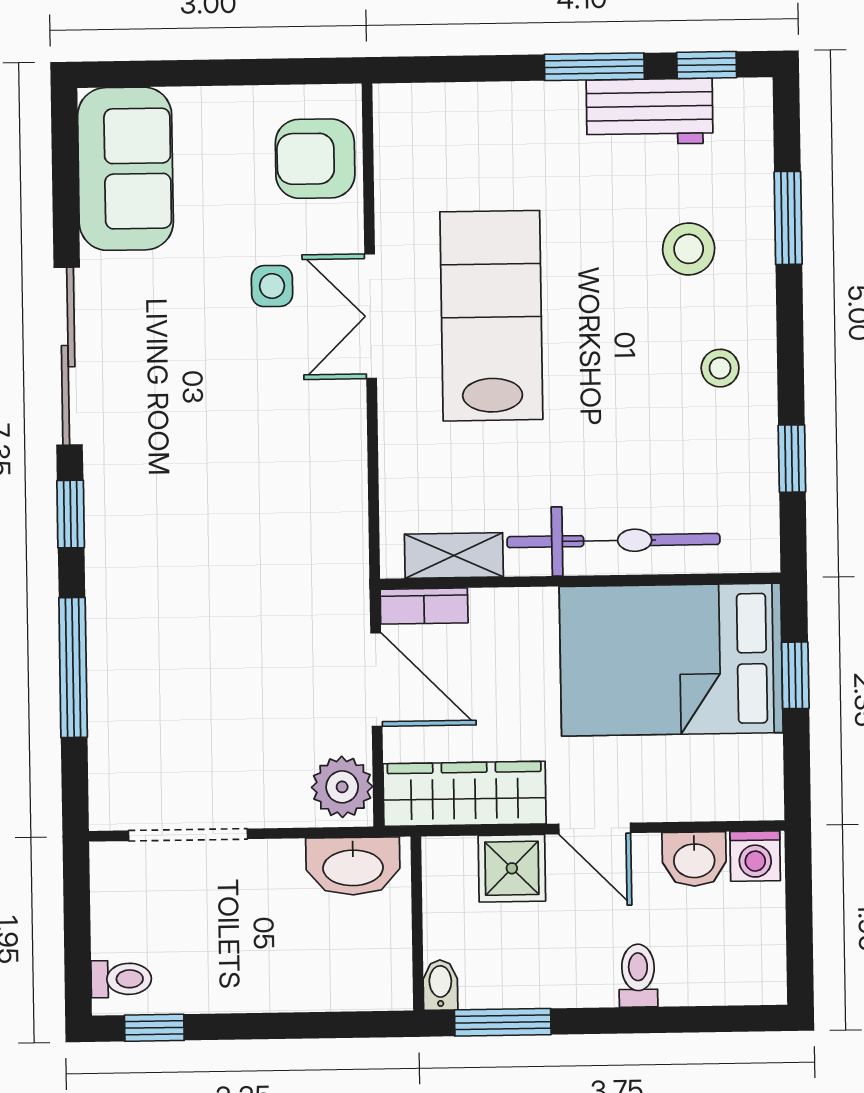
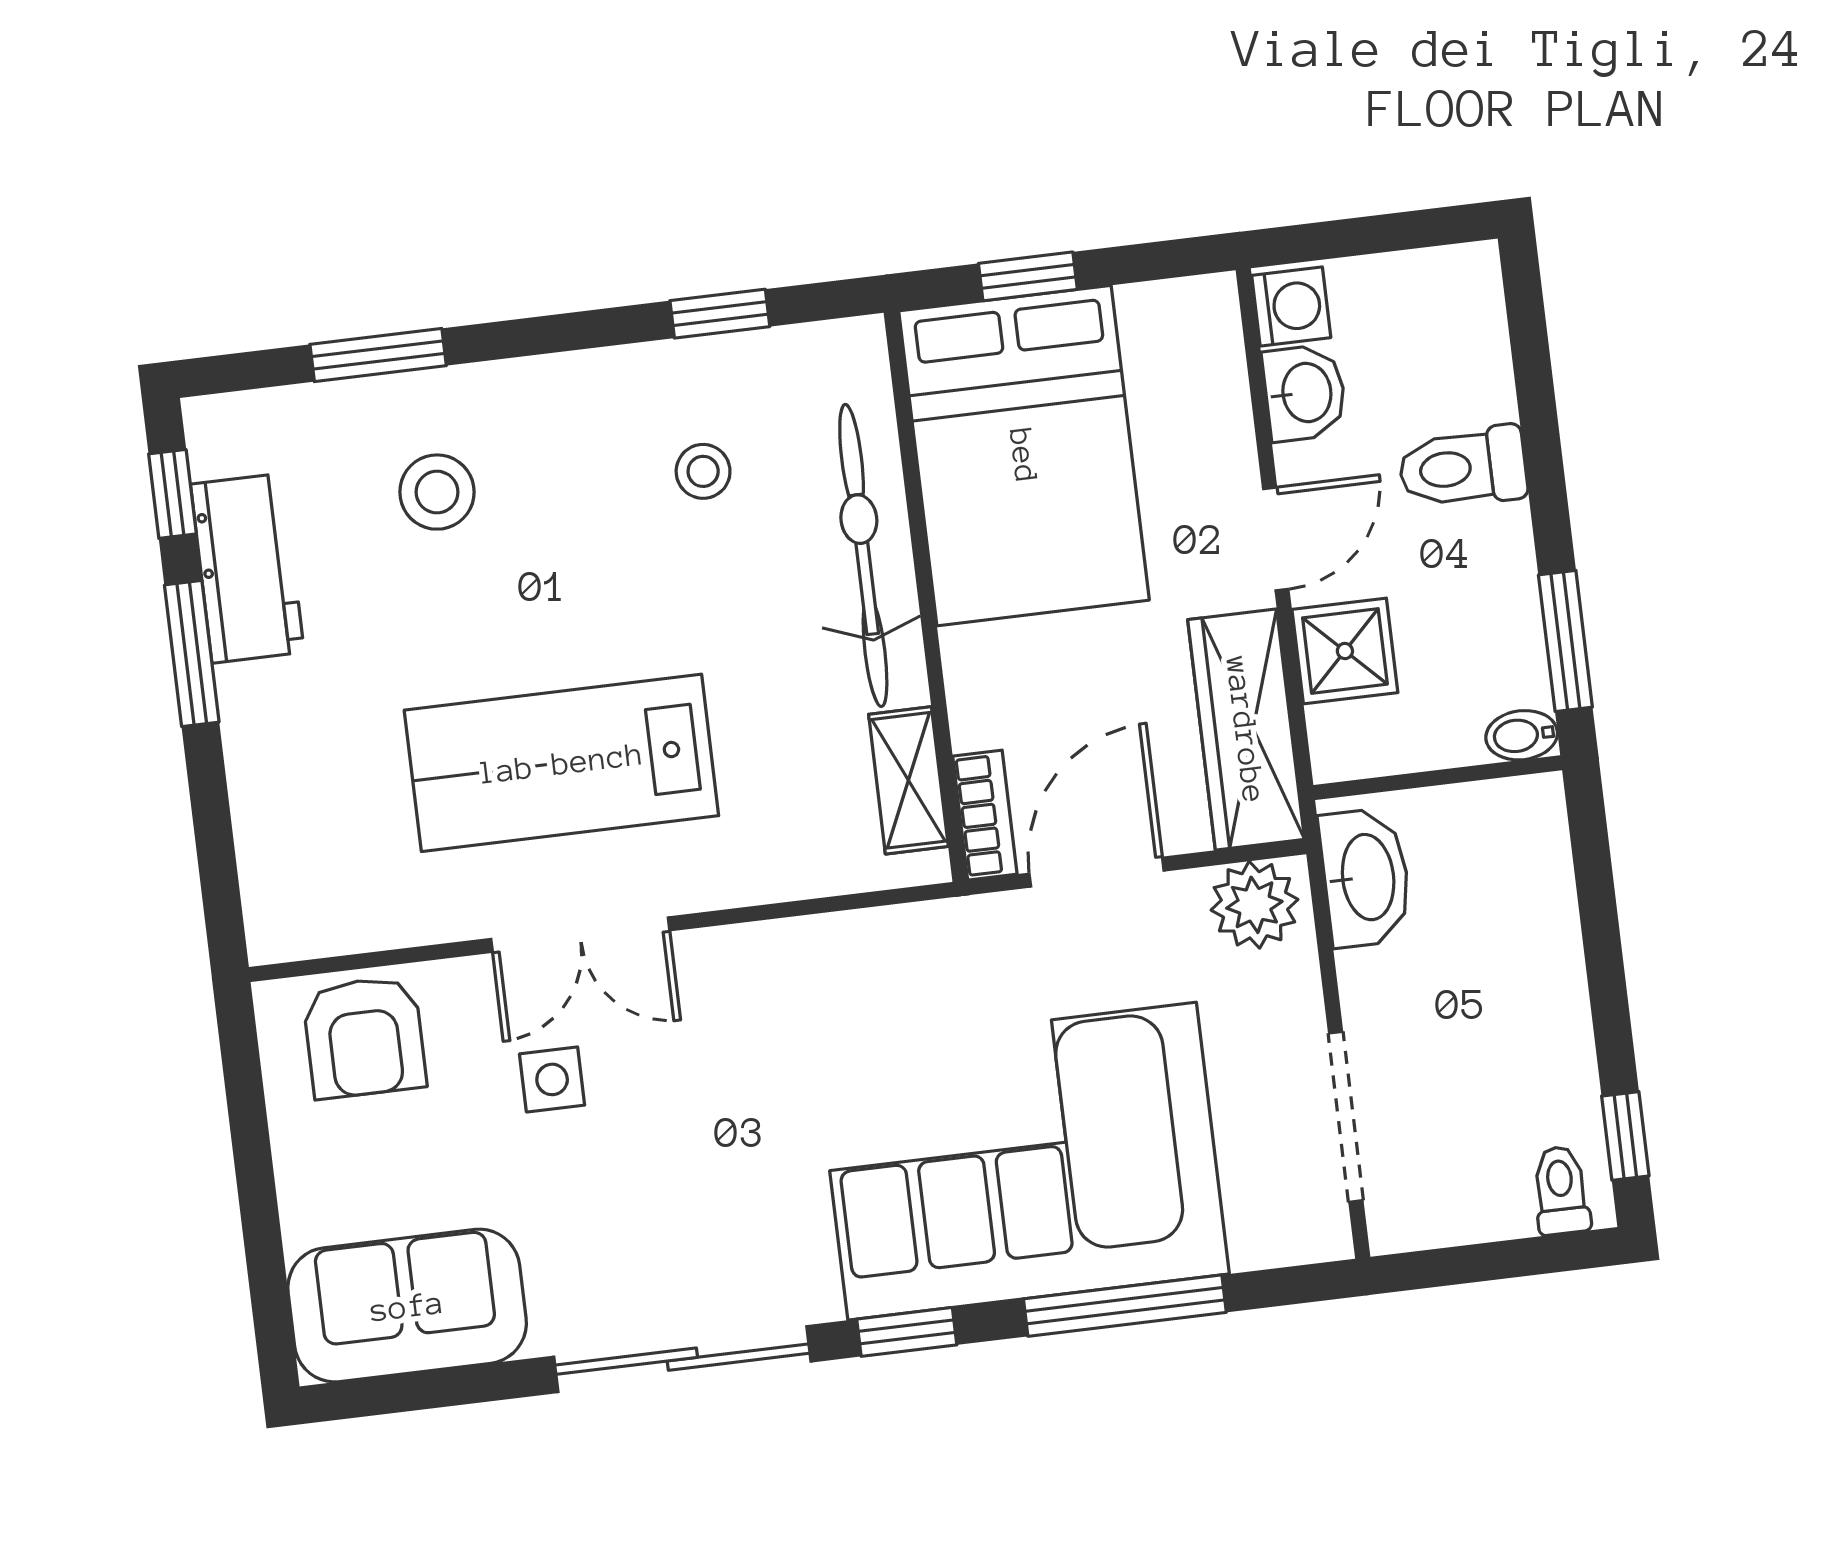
stool: (720, 368) -> (703, 471), moved
corner sofa: (181, 607) -> (1022, 1161), added
toilet: (638, 976) -> (1463, 467), width x1.37, depth x1.39

